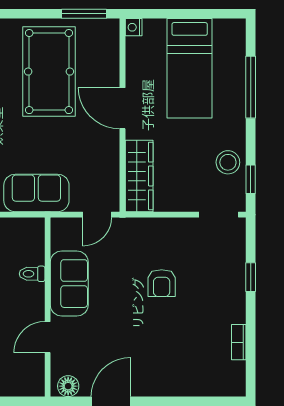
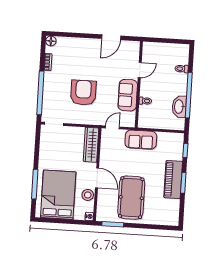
bed: (190, 68) -> (58, 195), width x1.50
stool: (228, 162) -> (88, 195), moved
window: (251, 179) -> (37, 140), removed
window: (251, 277) -> (40, 93), width x3.17
armchair: (162, 283) -> (83, 93), width x1.88, depth x1.88
floor lamp: (68, 386) -> (51, 41), moved

